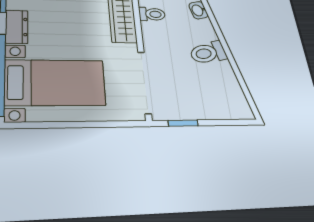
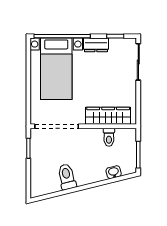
toilet: (208, 53) -> (67, 177), moved

